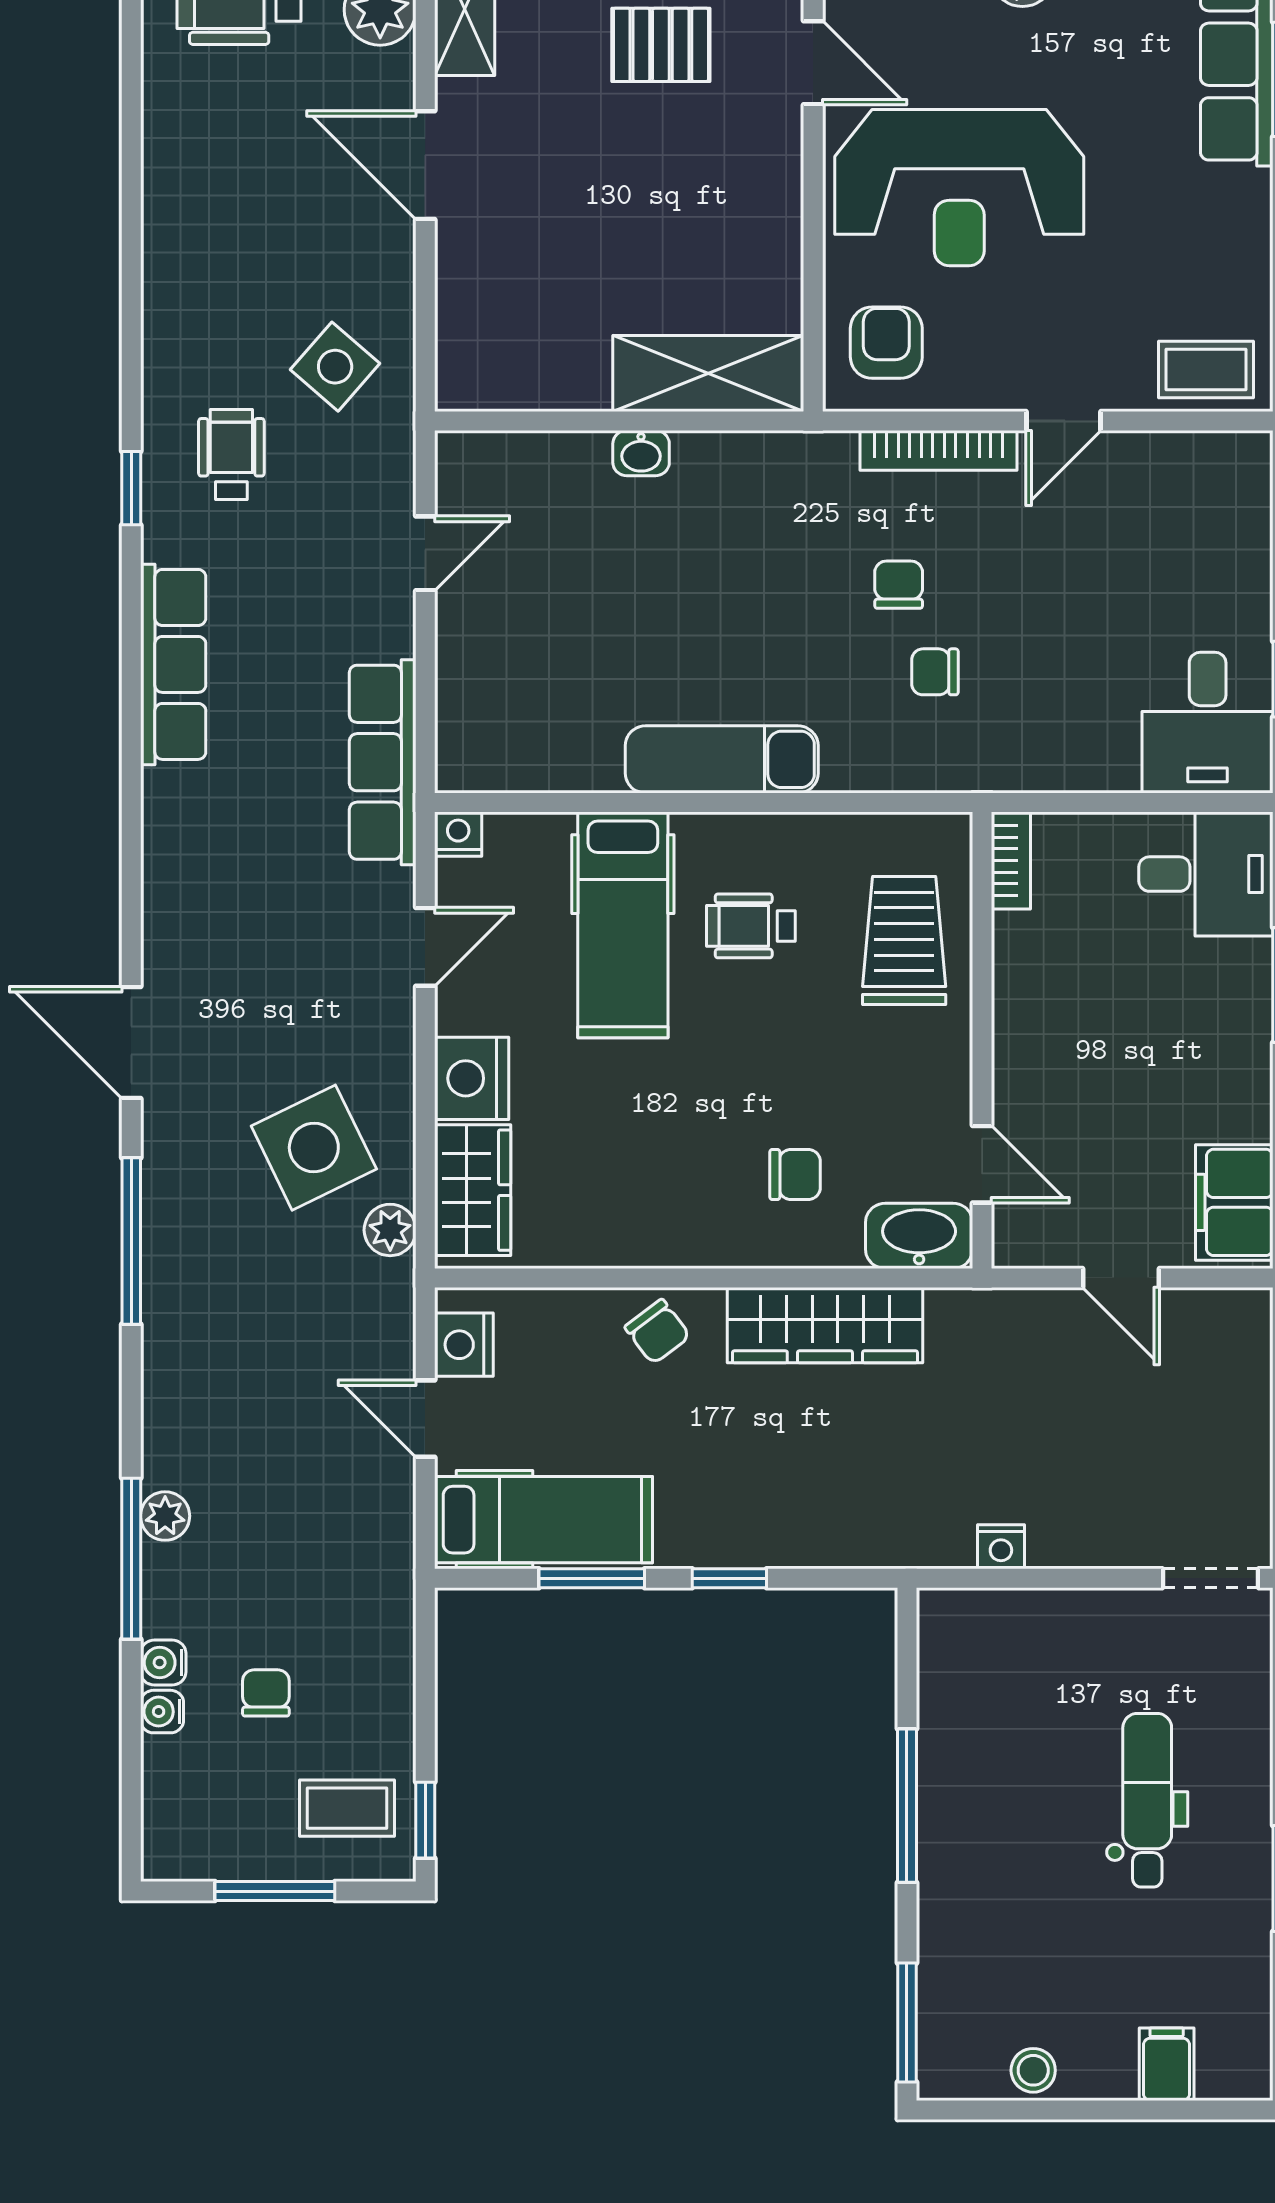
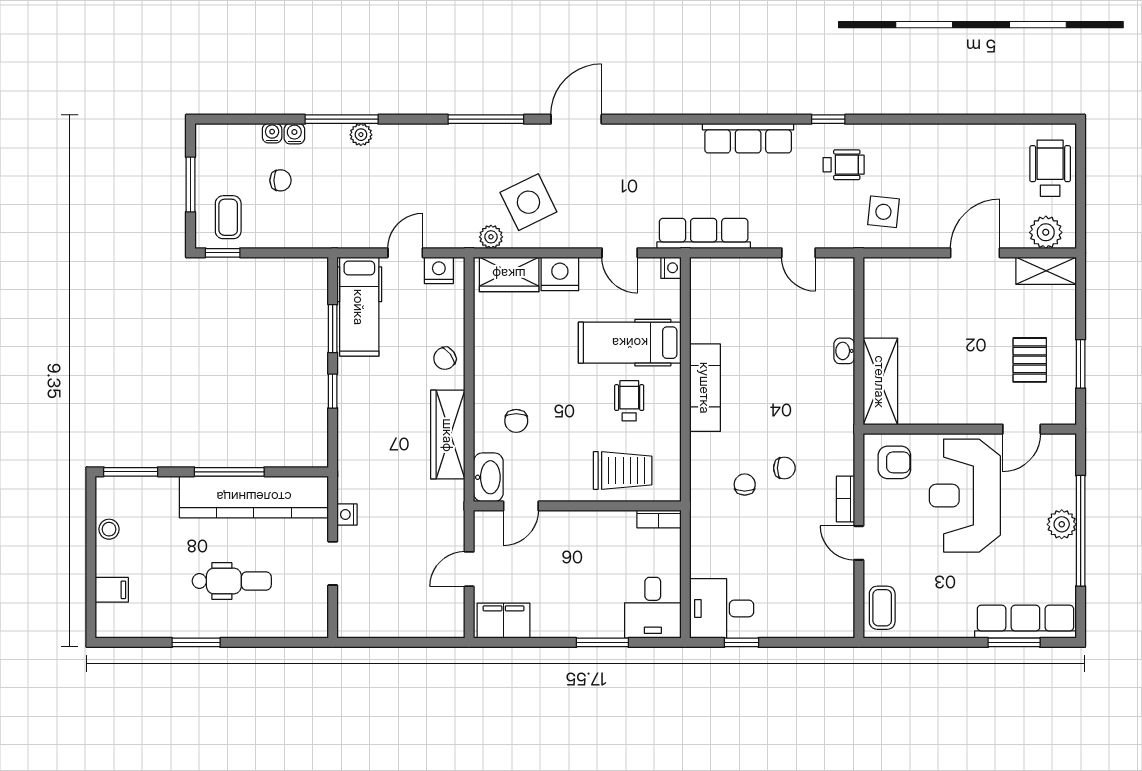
side table: (335, 367) -> (883, 212), turned -35
bookcase: (939, 450) -> (845, 499), width x0.64
doorway: (1210, 1578) -> (333, 563), moved
kitchen counter: (962, 1751) -> (254, 497), added

